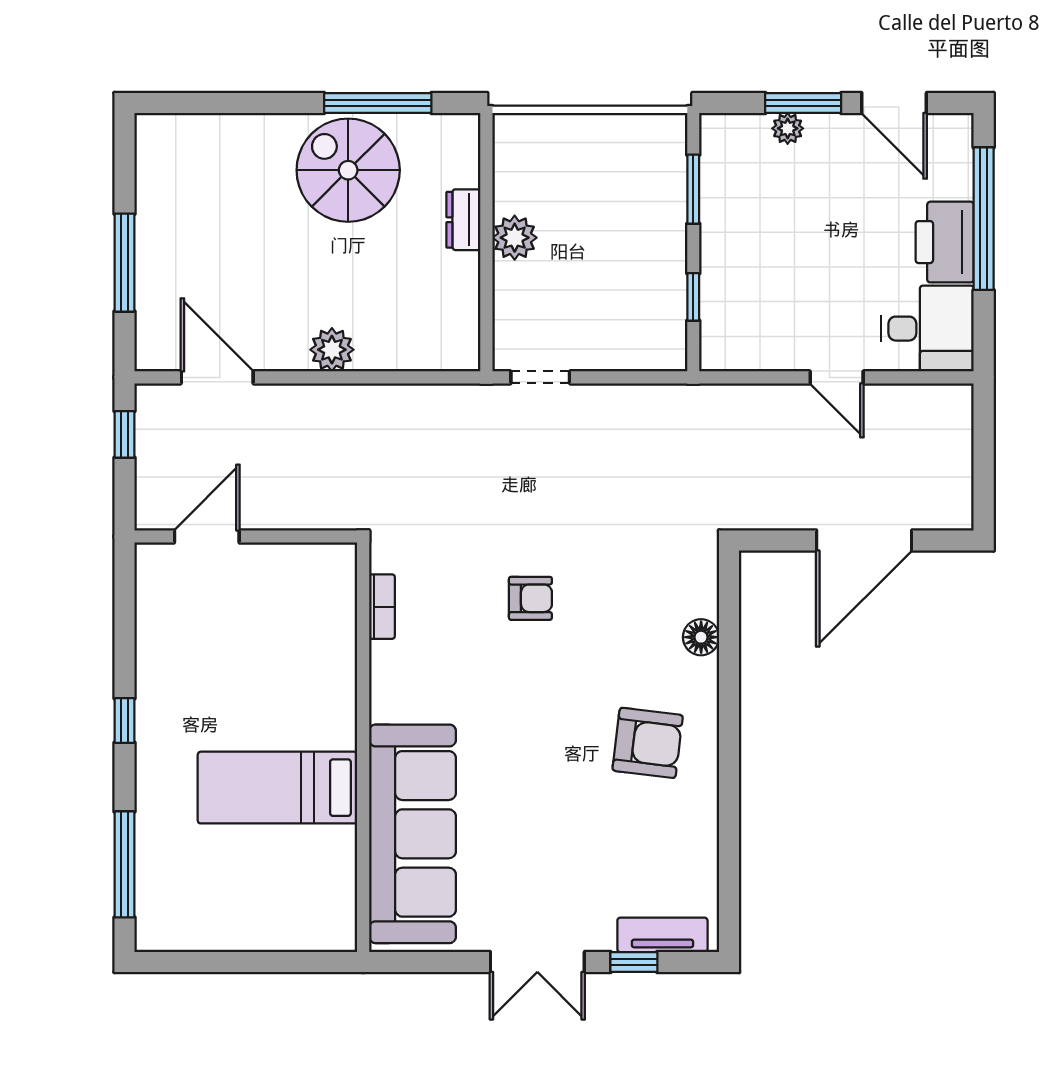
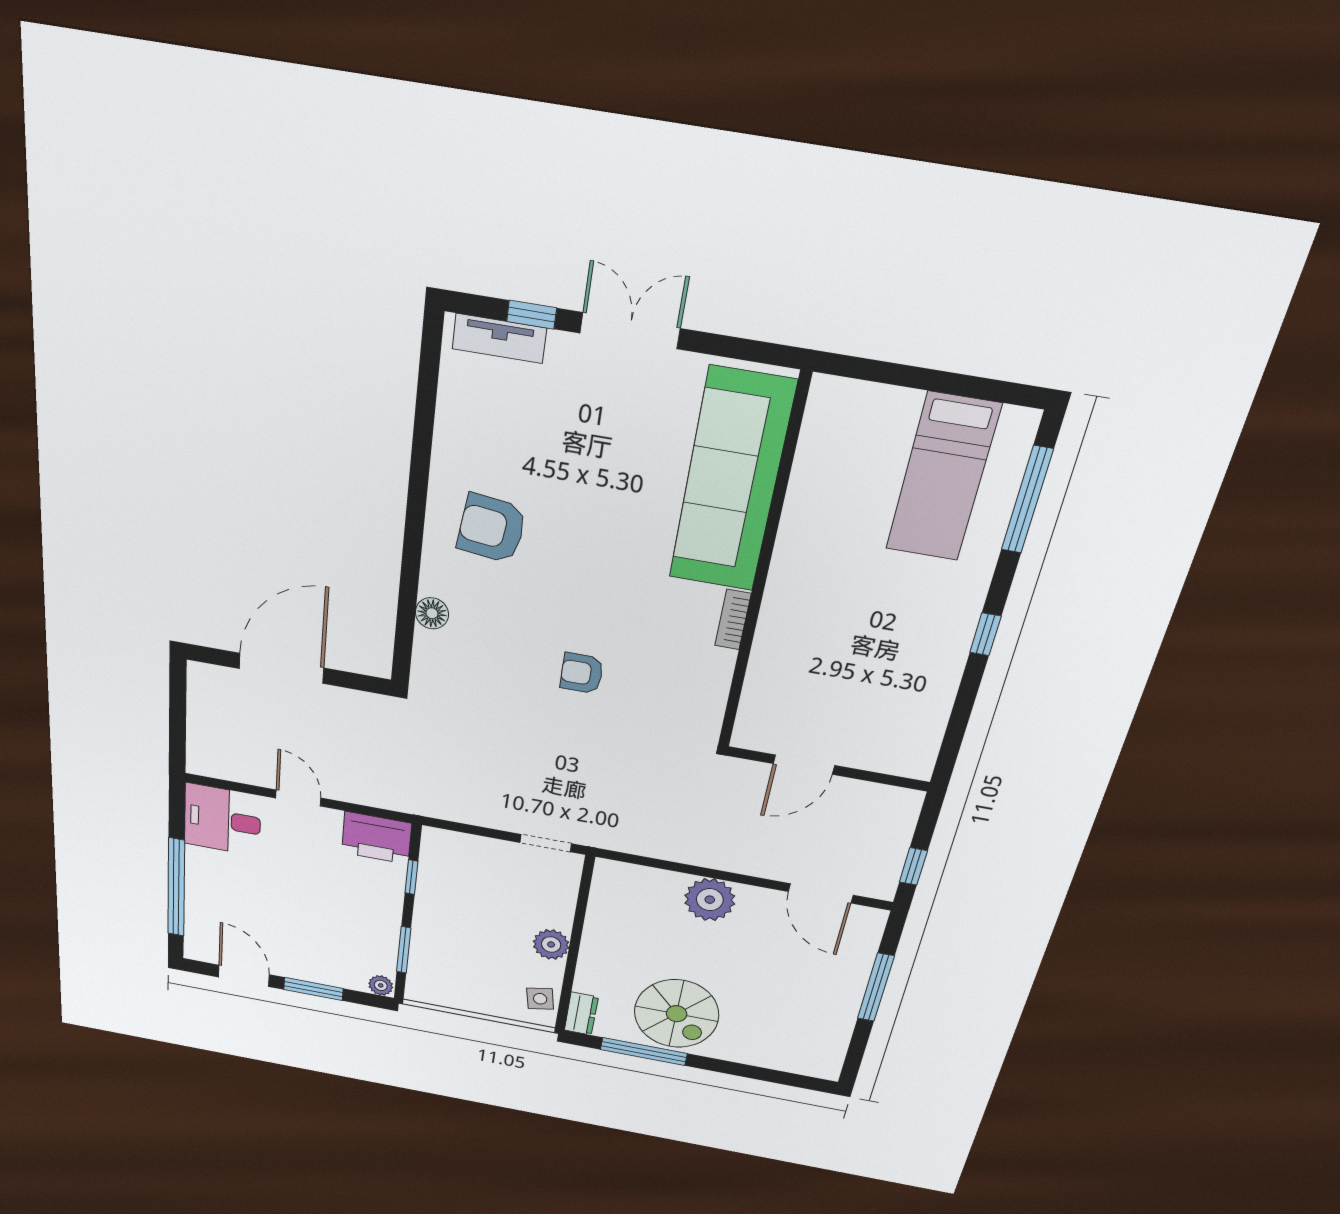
plant: (788, 128) -> (381, 985), moved
side table: (517, 154) -> (540, 999), added
dresser: (463, 220) -> (581, 1014), moved
printer: (945, 242) -> (377, 838), moved, turned 90
plant: (332, 350) -> (710, 900), width x1.36, depth x1.36
door: (207, 536) -> (804, 765), moved
bookcase: (382, 607) -> (733, 620), moved
bed: (277, 788) -> (943, 478), moved, turned 90

